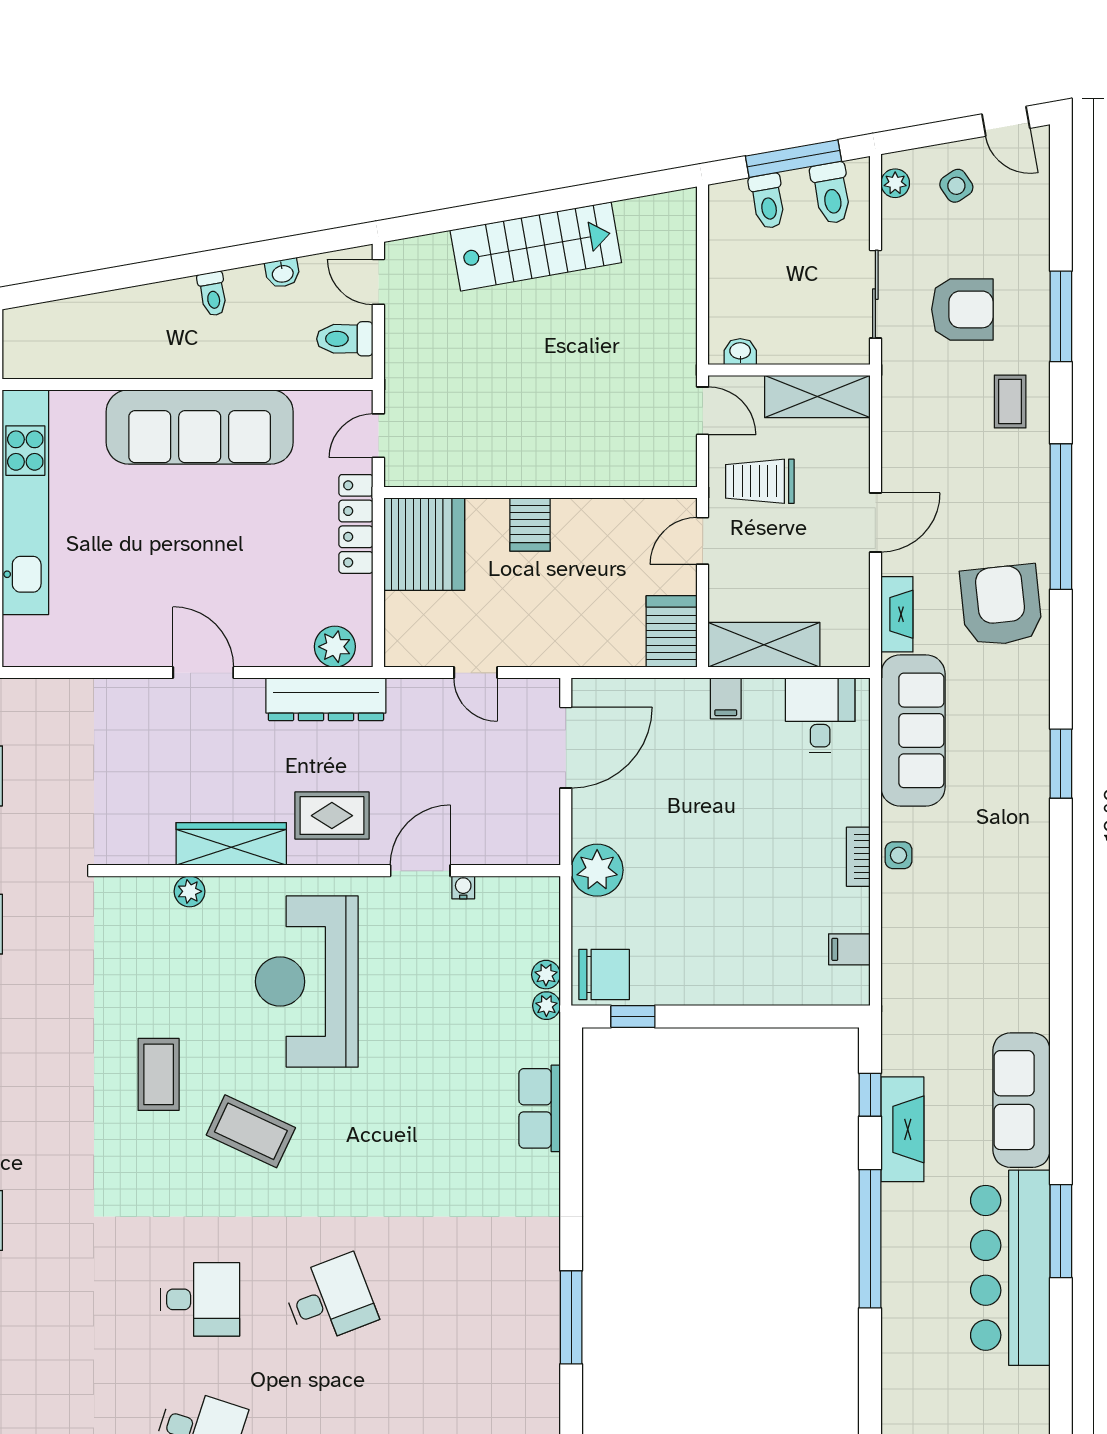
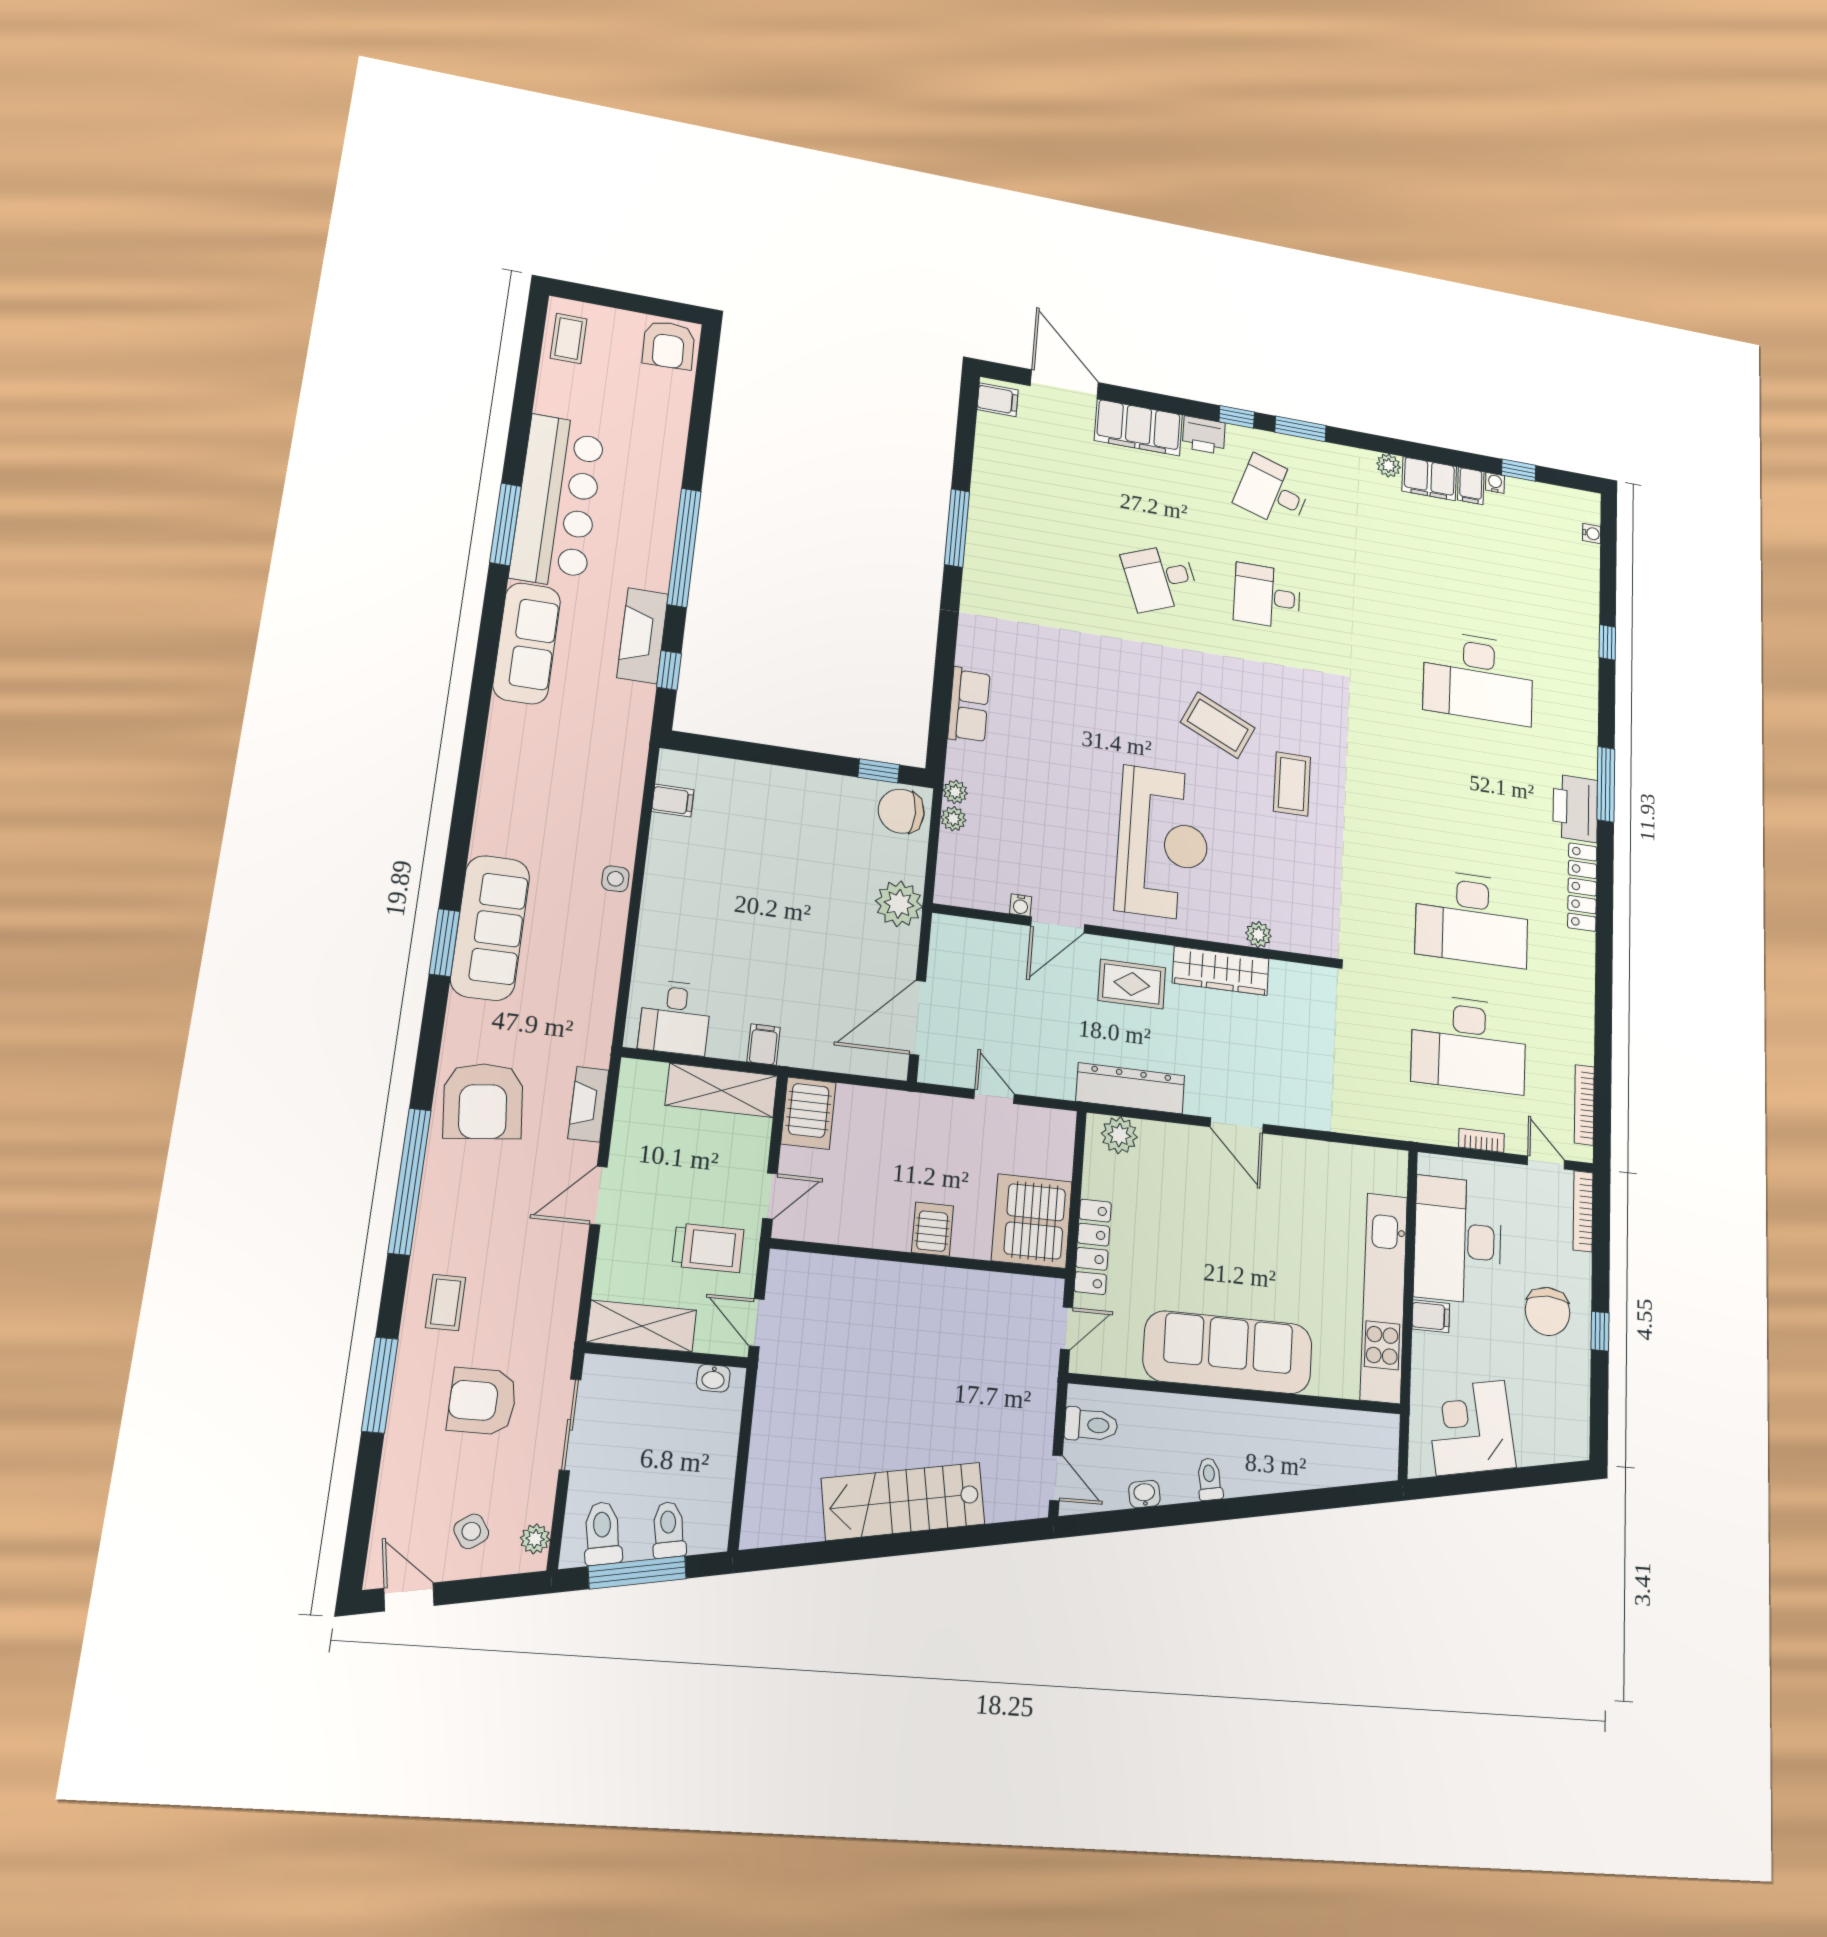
sofa: (913, 730) -> (490, 928), moved, turned 180
bookcase: (858, 857) -> (654, 883), removed

